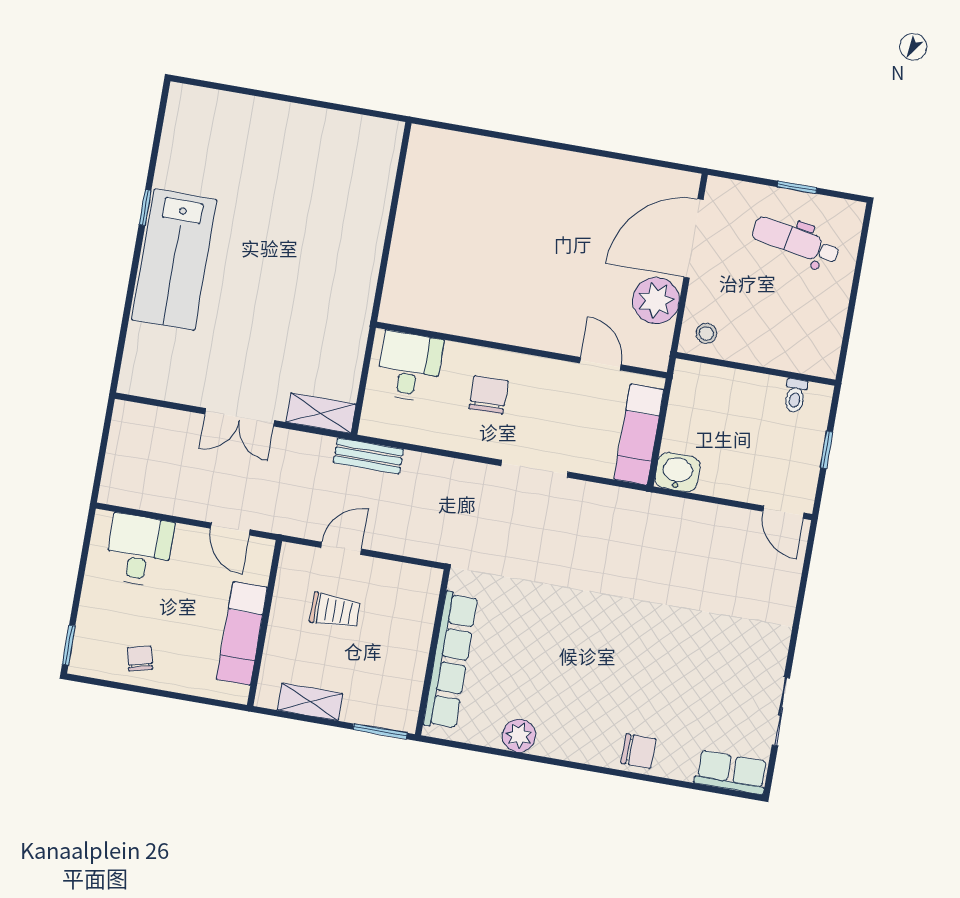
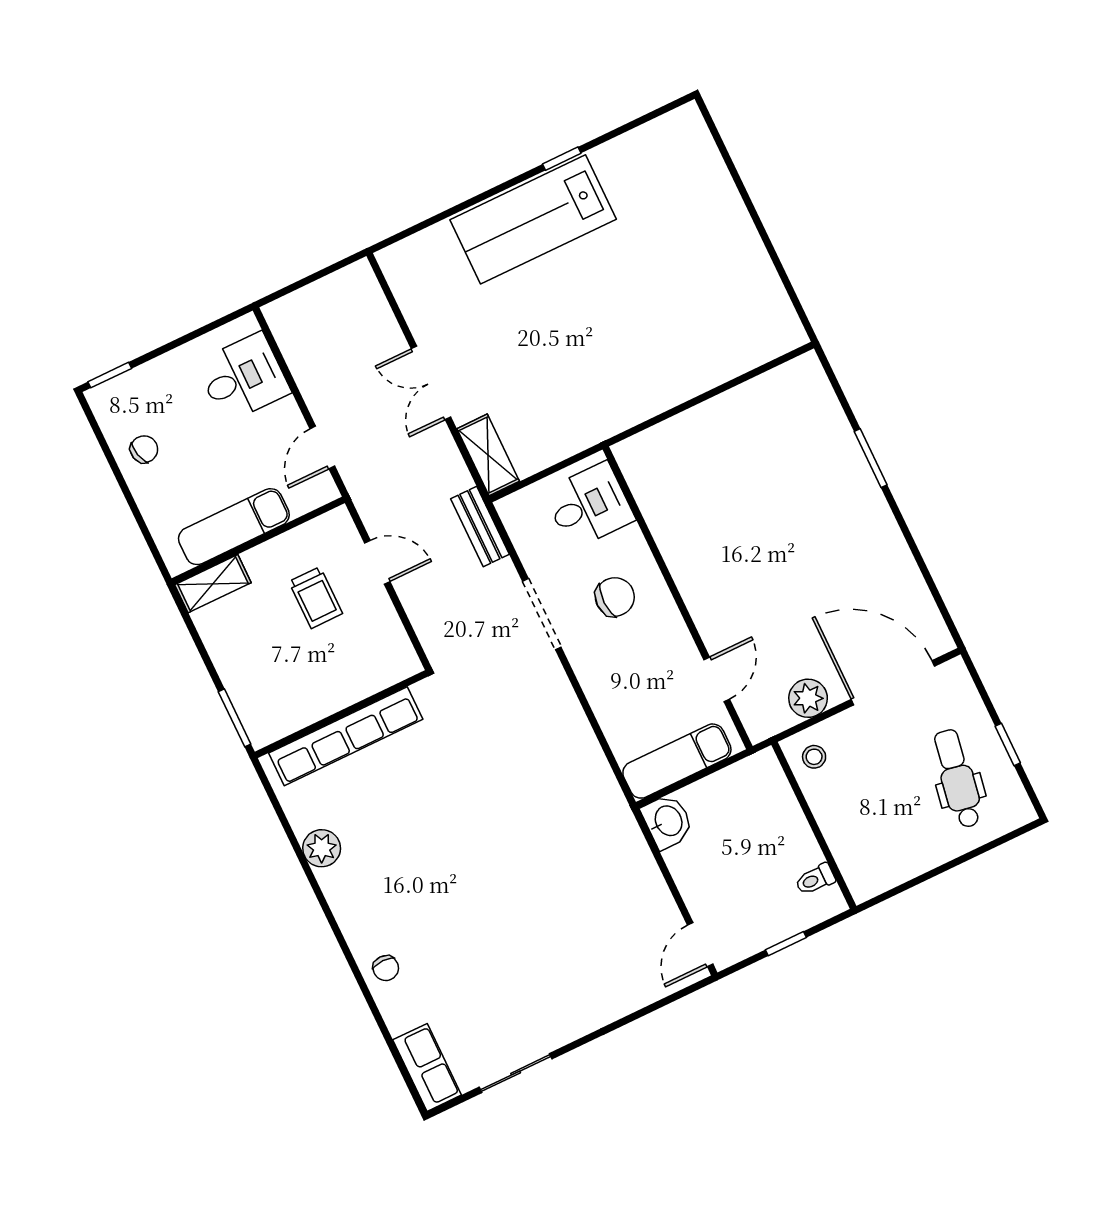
window: (520, 139) -> (871, 458), added
plant: (656, 300) -> (808, 698), width x0.73, depth x0.73
doorway: (535, 469) -> (542, 614), moved
shelving: (310, 702) -> (213, 584), moved, turned 90
chair: (638, 751) -> (386, 968), width x0.73, depth x0.73

